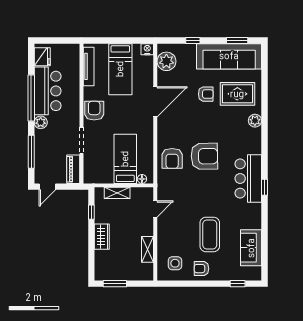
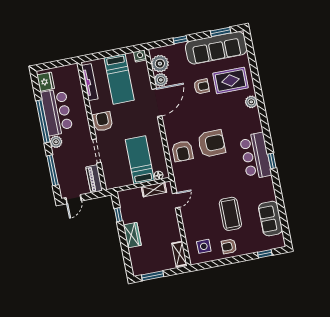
plant: (164, 79) -> (161, 80), added
shelving: (117, 193) -> (154, 189), moved
shelving: (148, 249) -> (179, 254), moved

